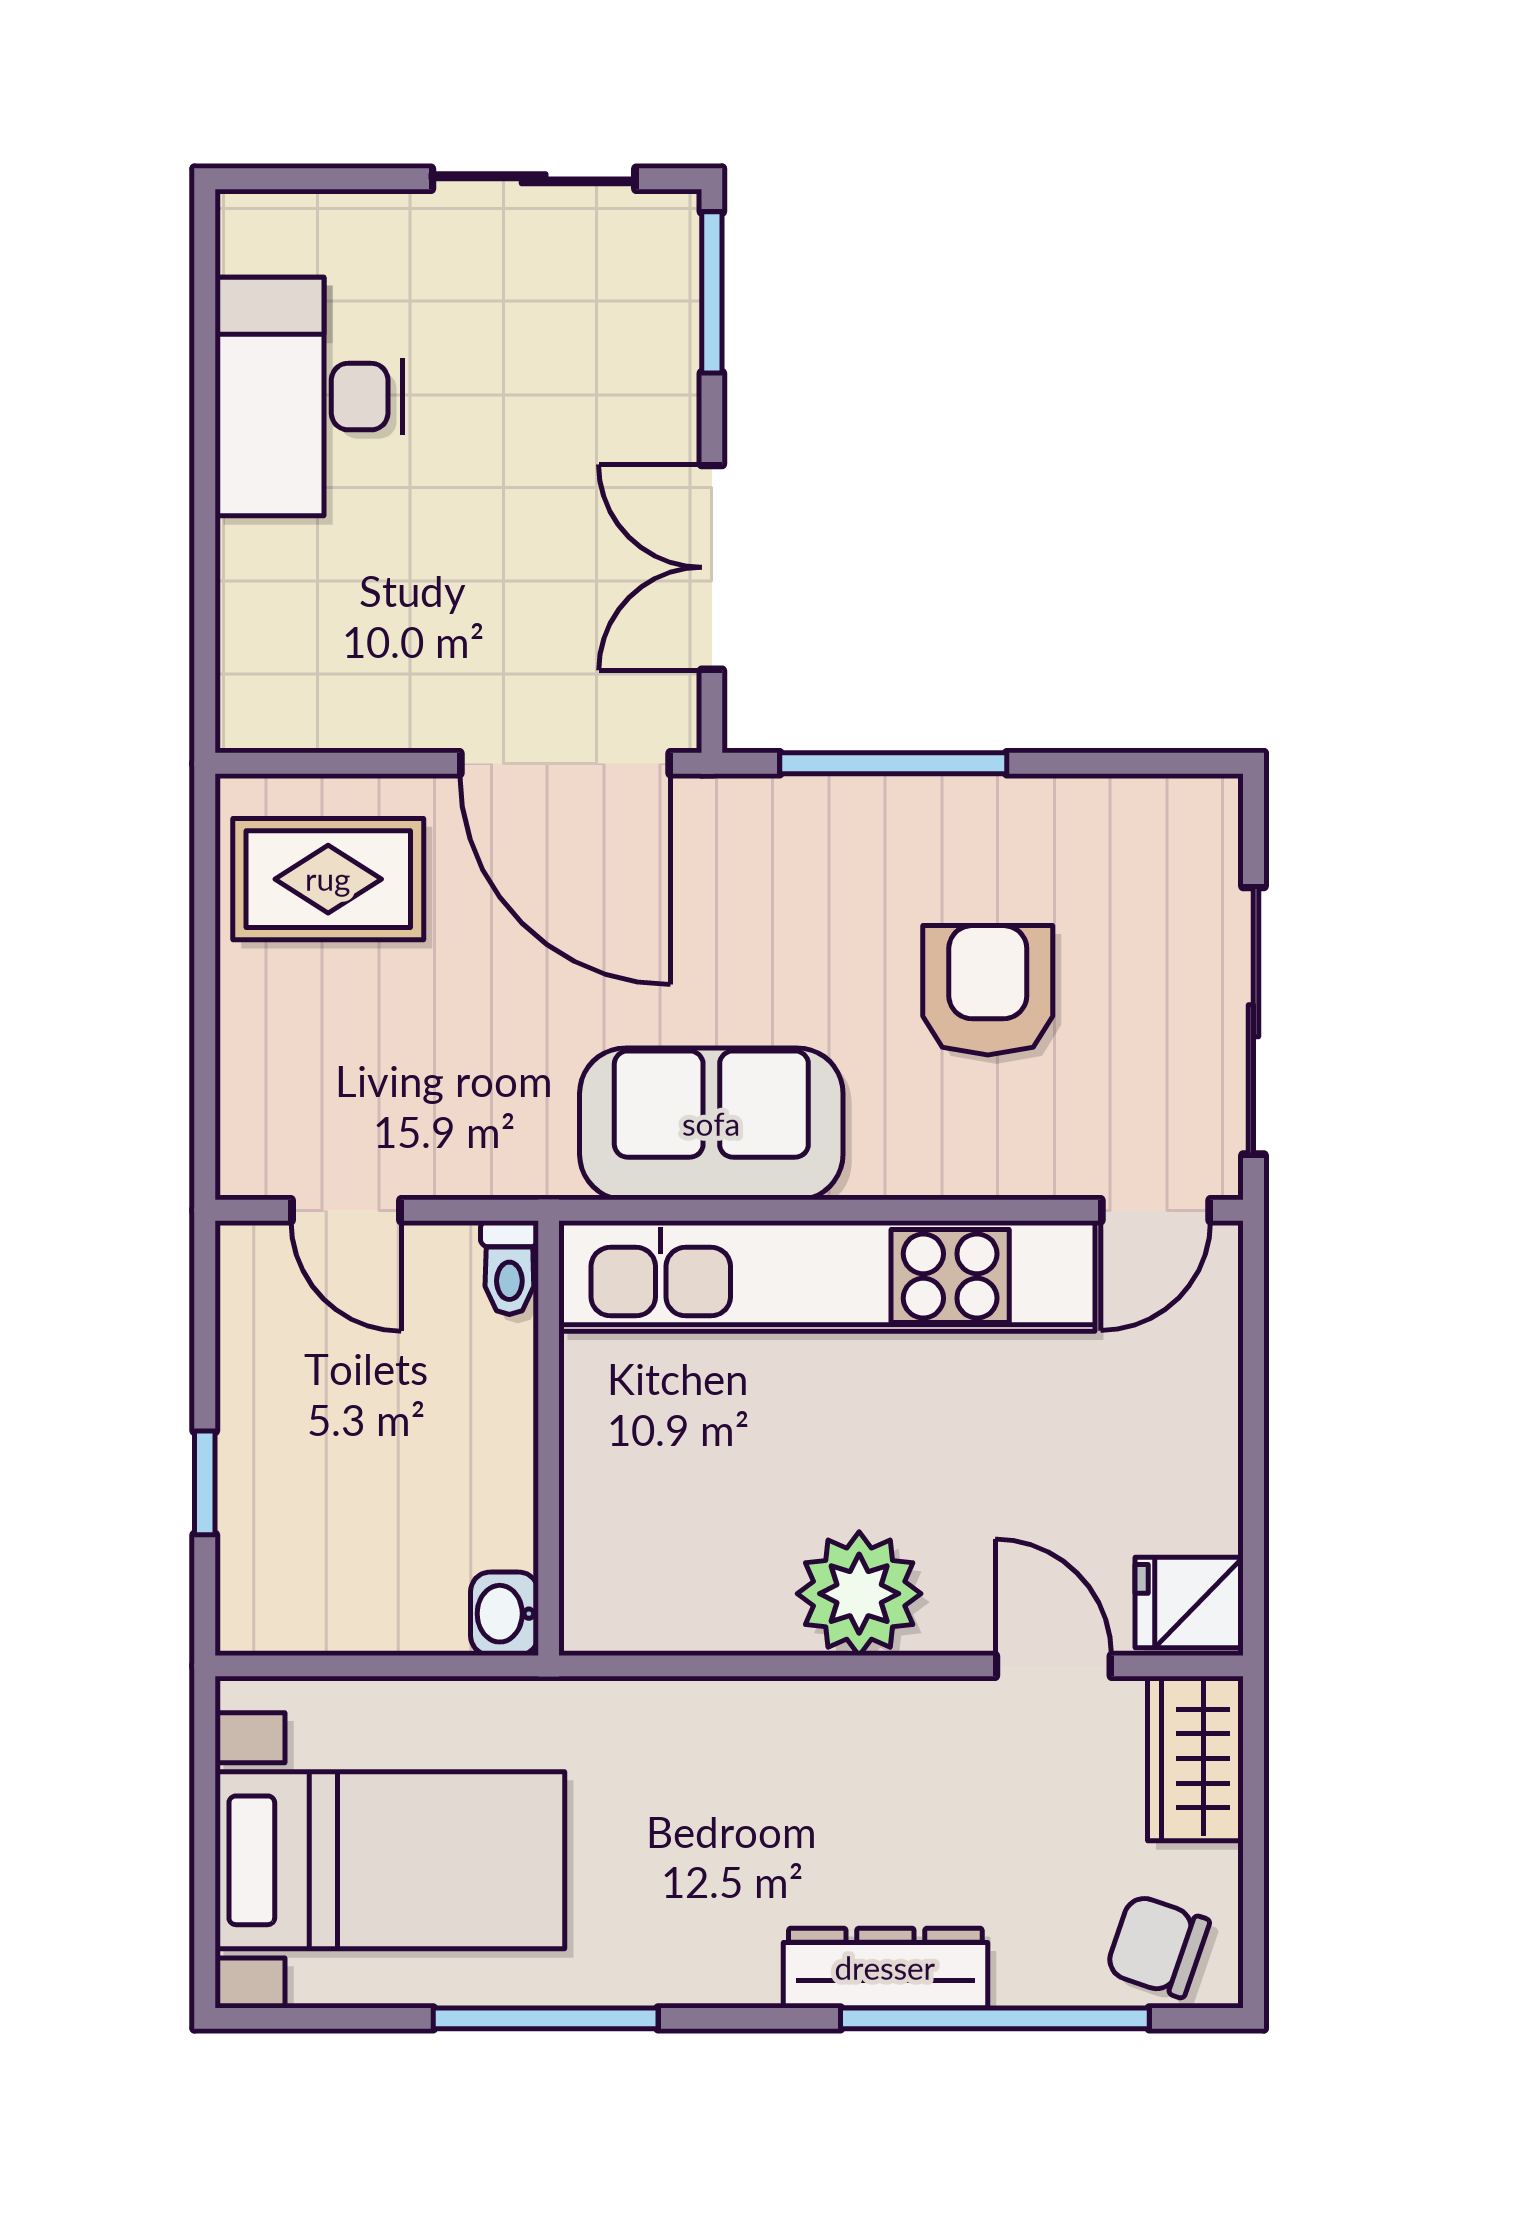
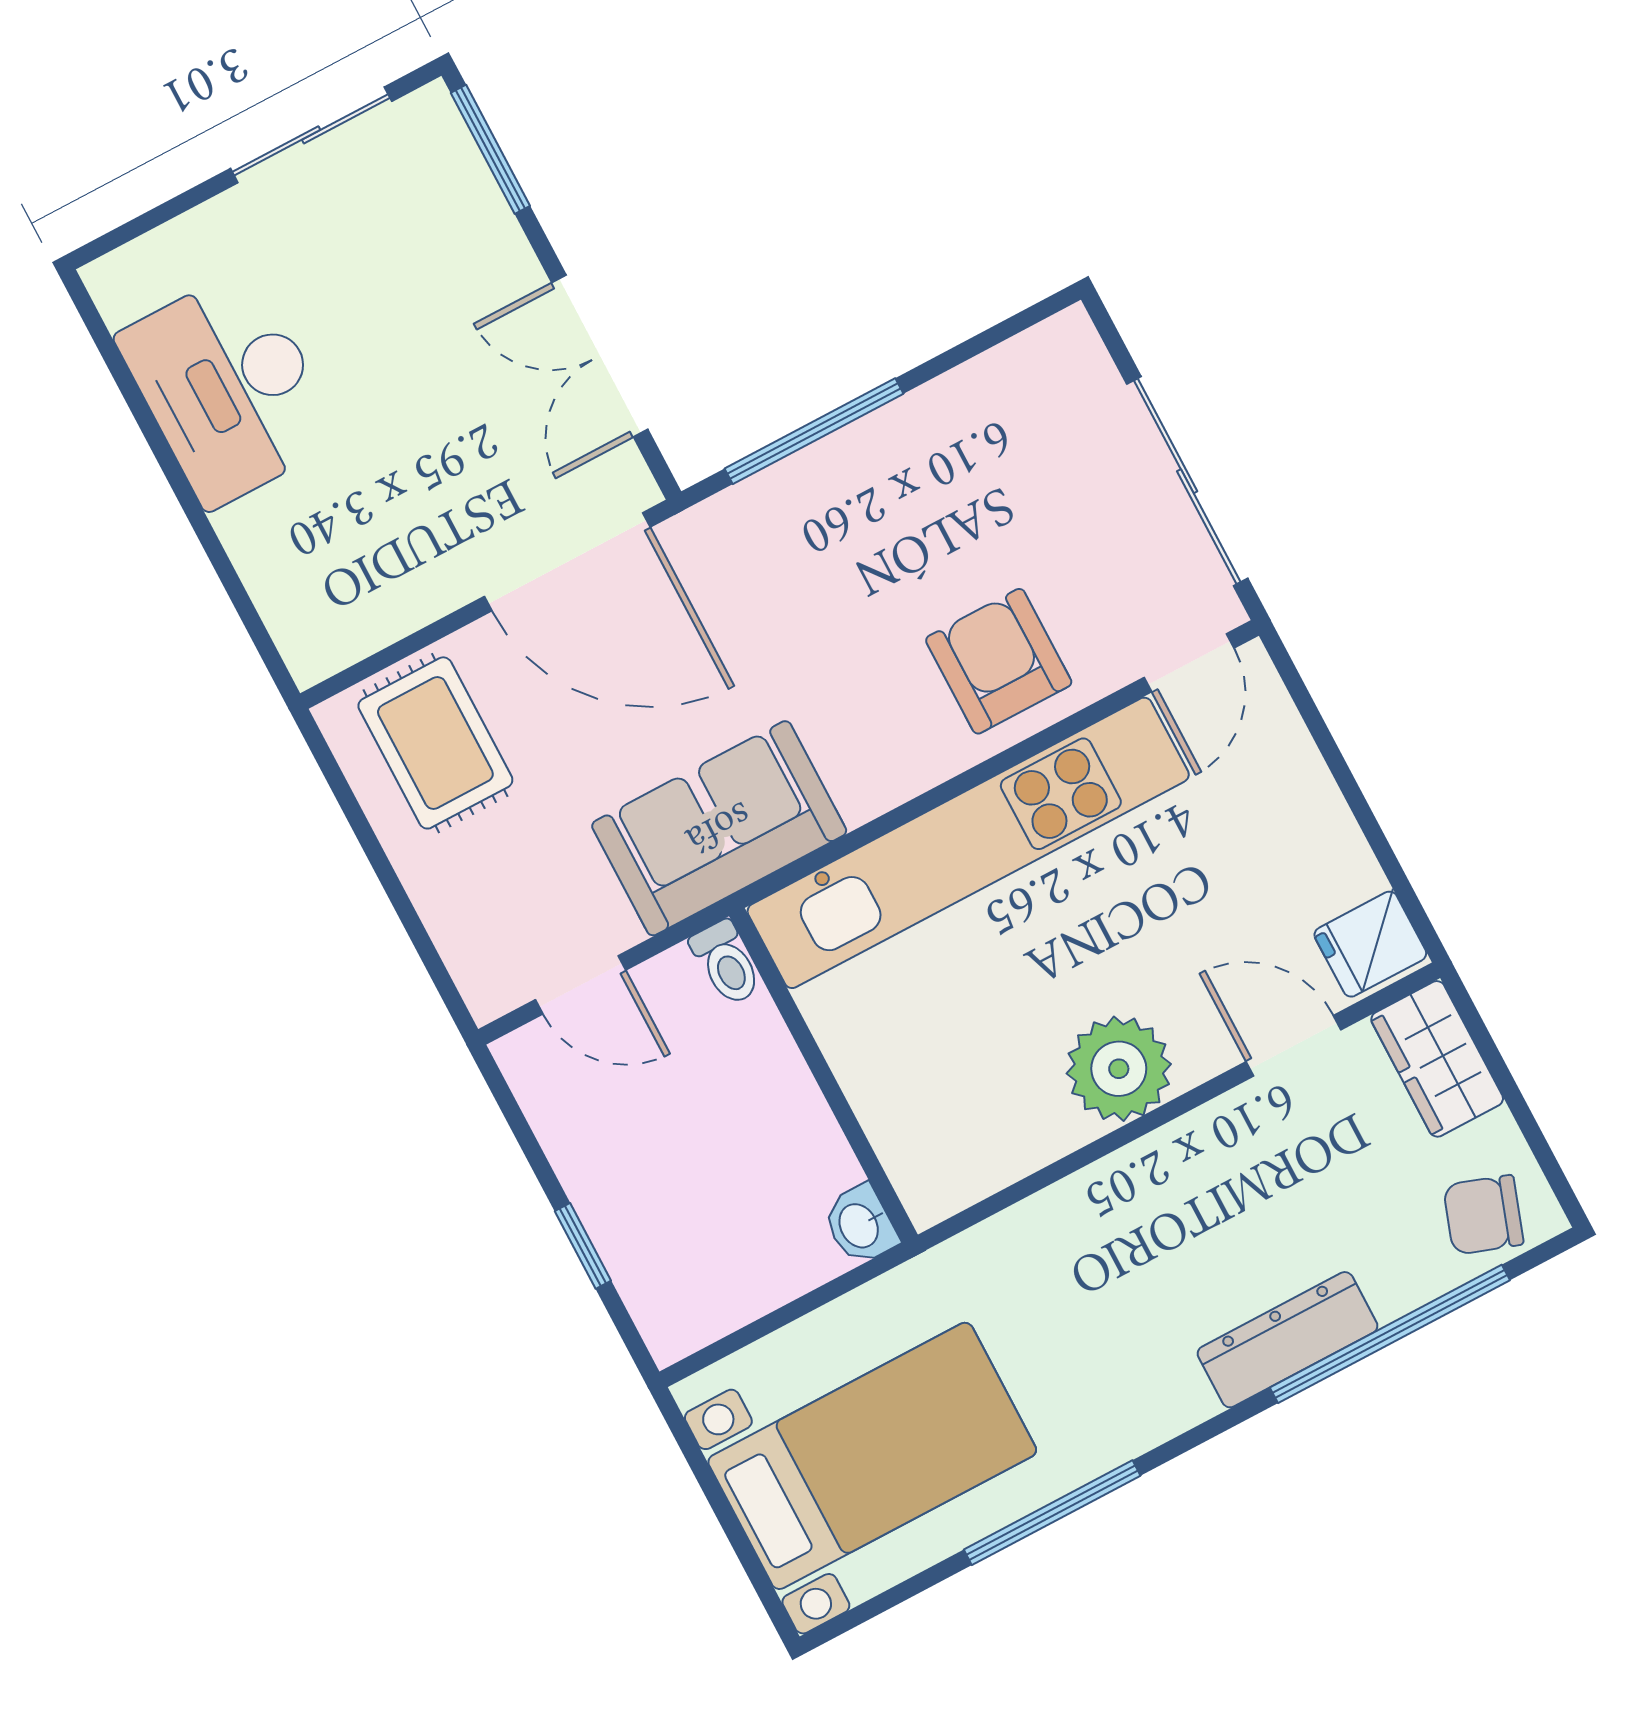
rug: (328, 879) -> (435, 743), turned 90
armchair: (988, 990) -> (999, 661), moved
sofa: (711, 1124) -> (719, 828), moved

